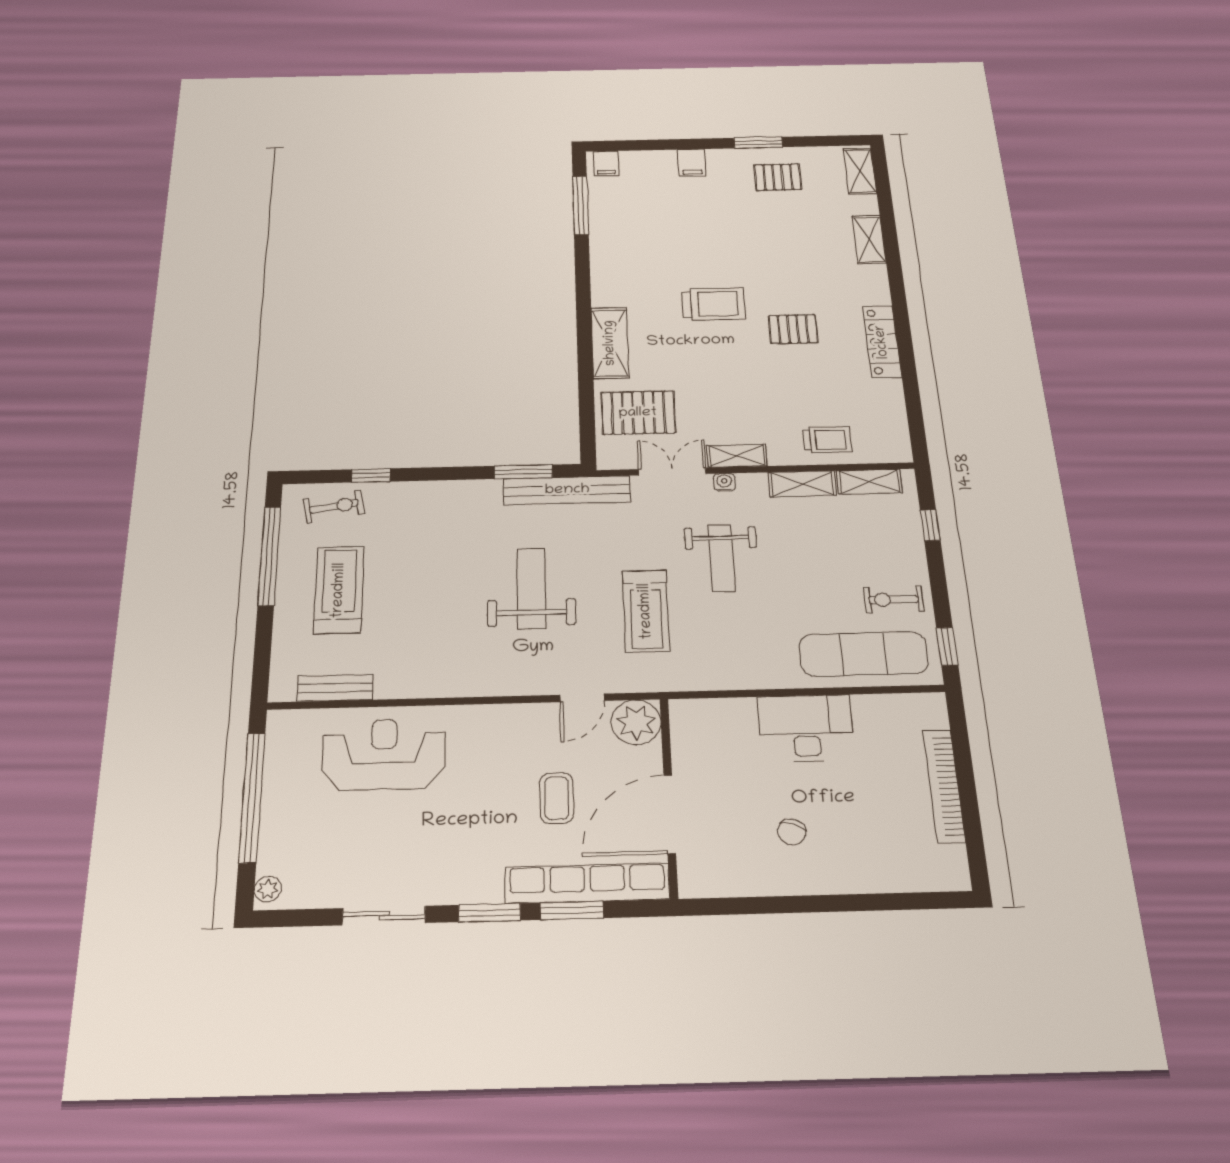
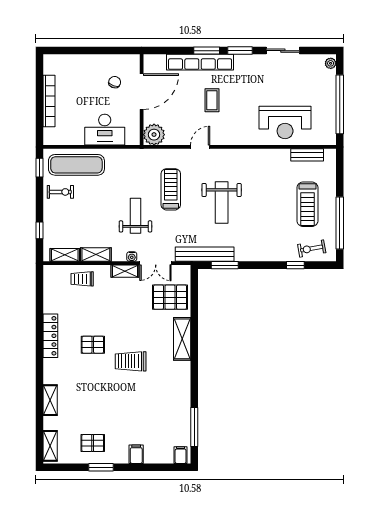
plant: (636, 722) -> (154, 135), moved
wall: (669, 796) -> (142, 100), moved
door: (670, 814) -> (142, 92), moved

